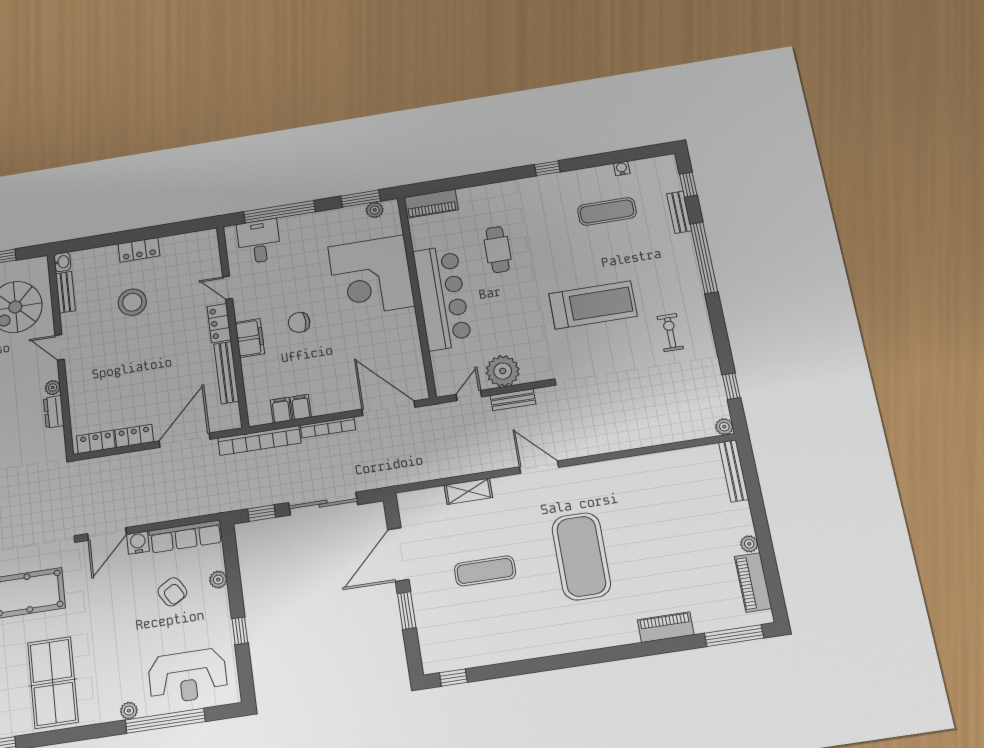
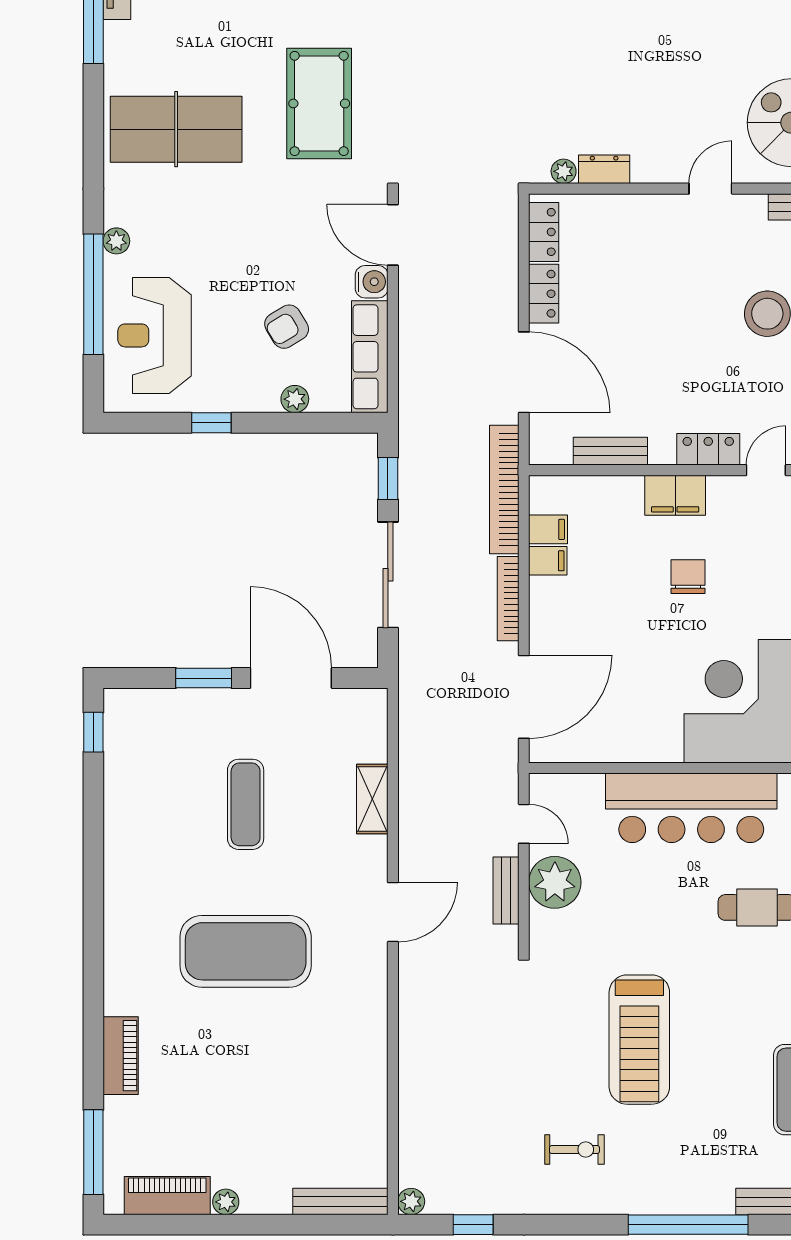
bench: (226, 373) -> (610, 451), width x0.73
plant: (53, 388) -> (564, 171), moved

